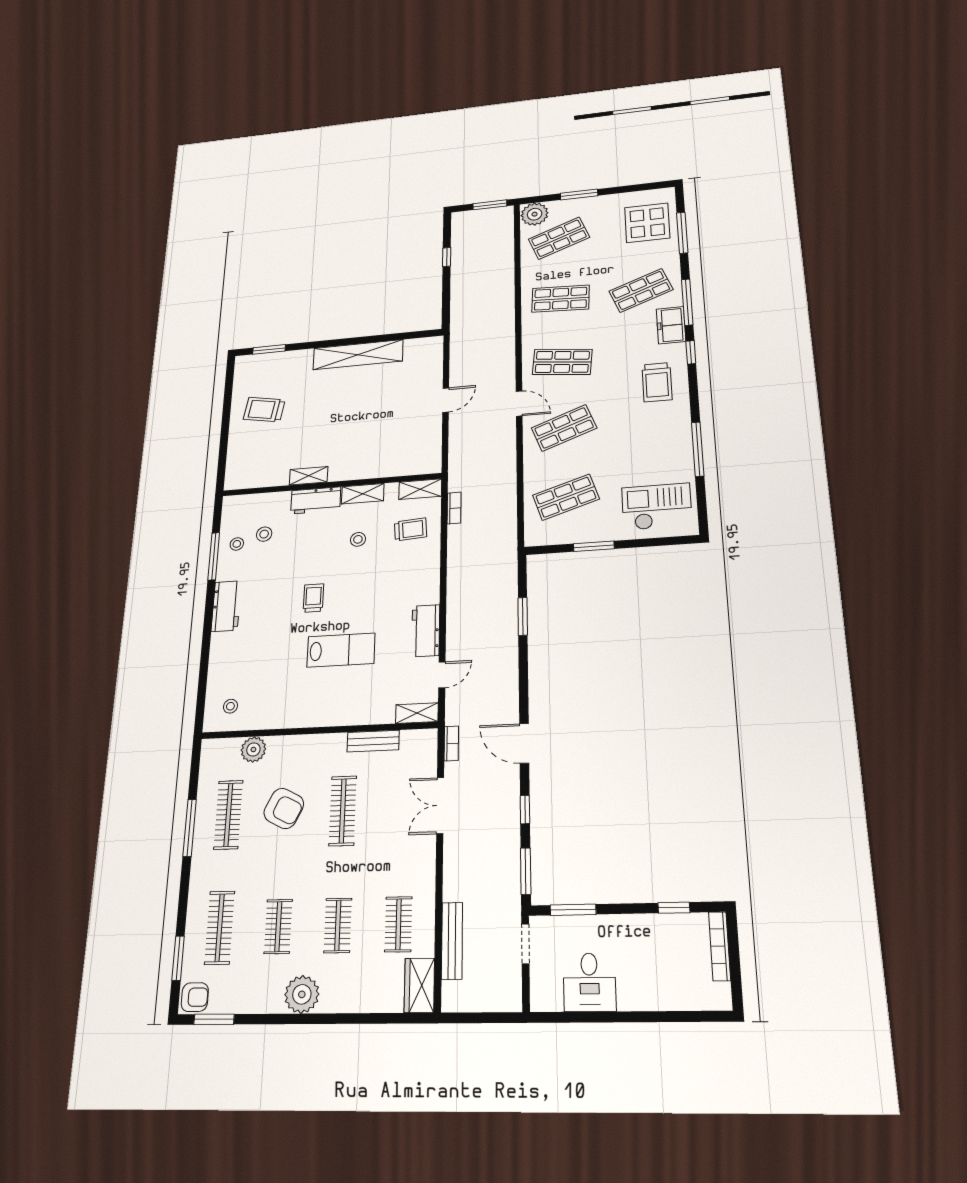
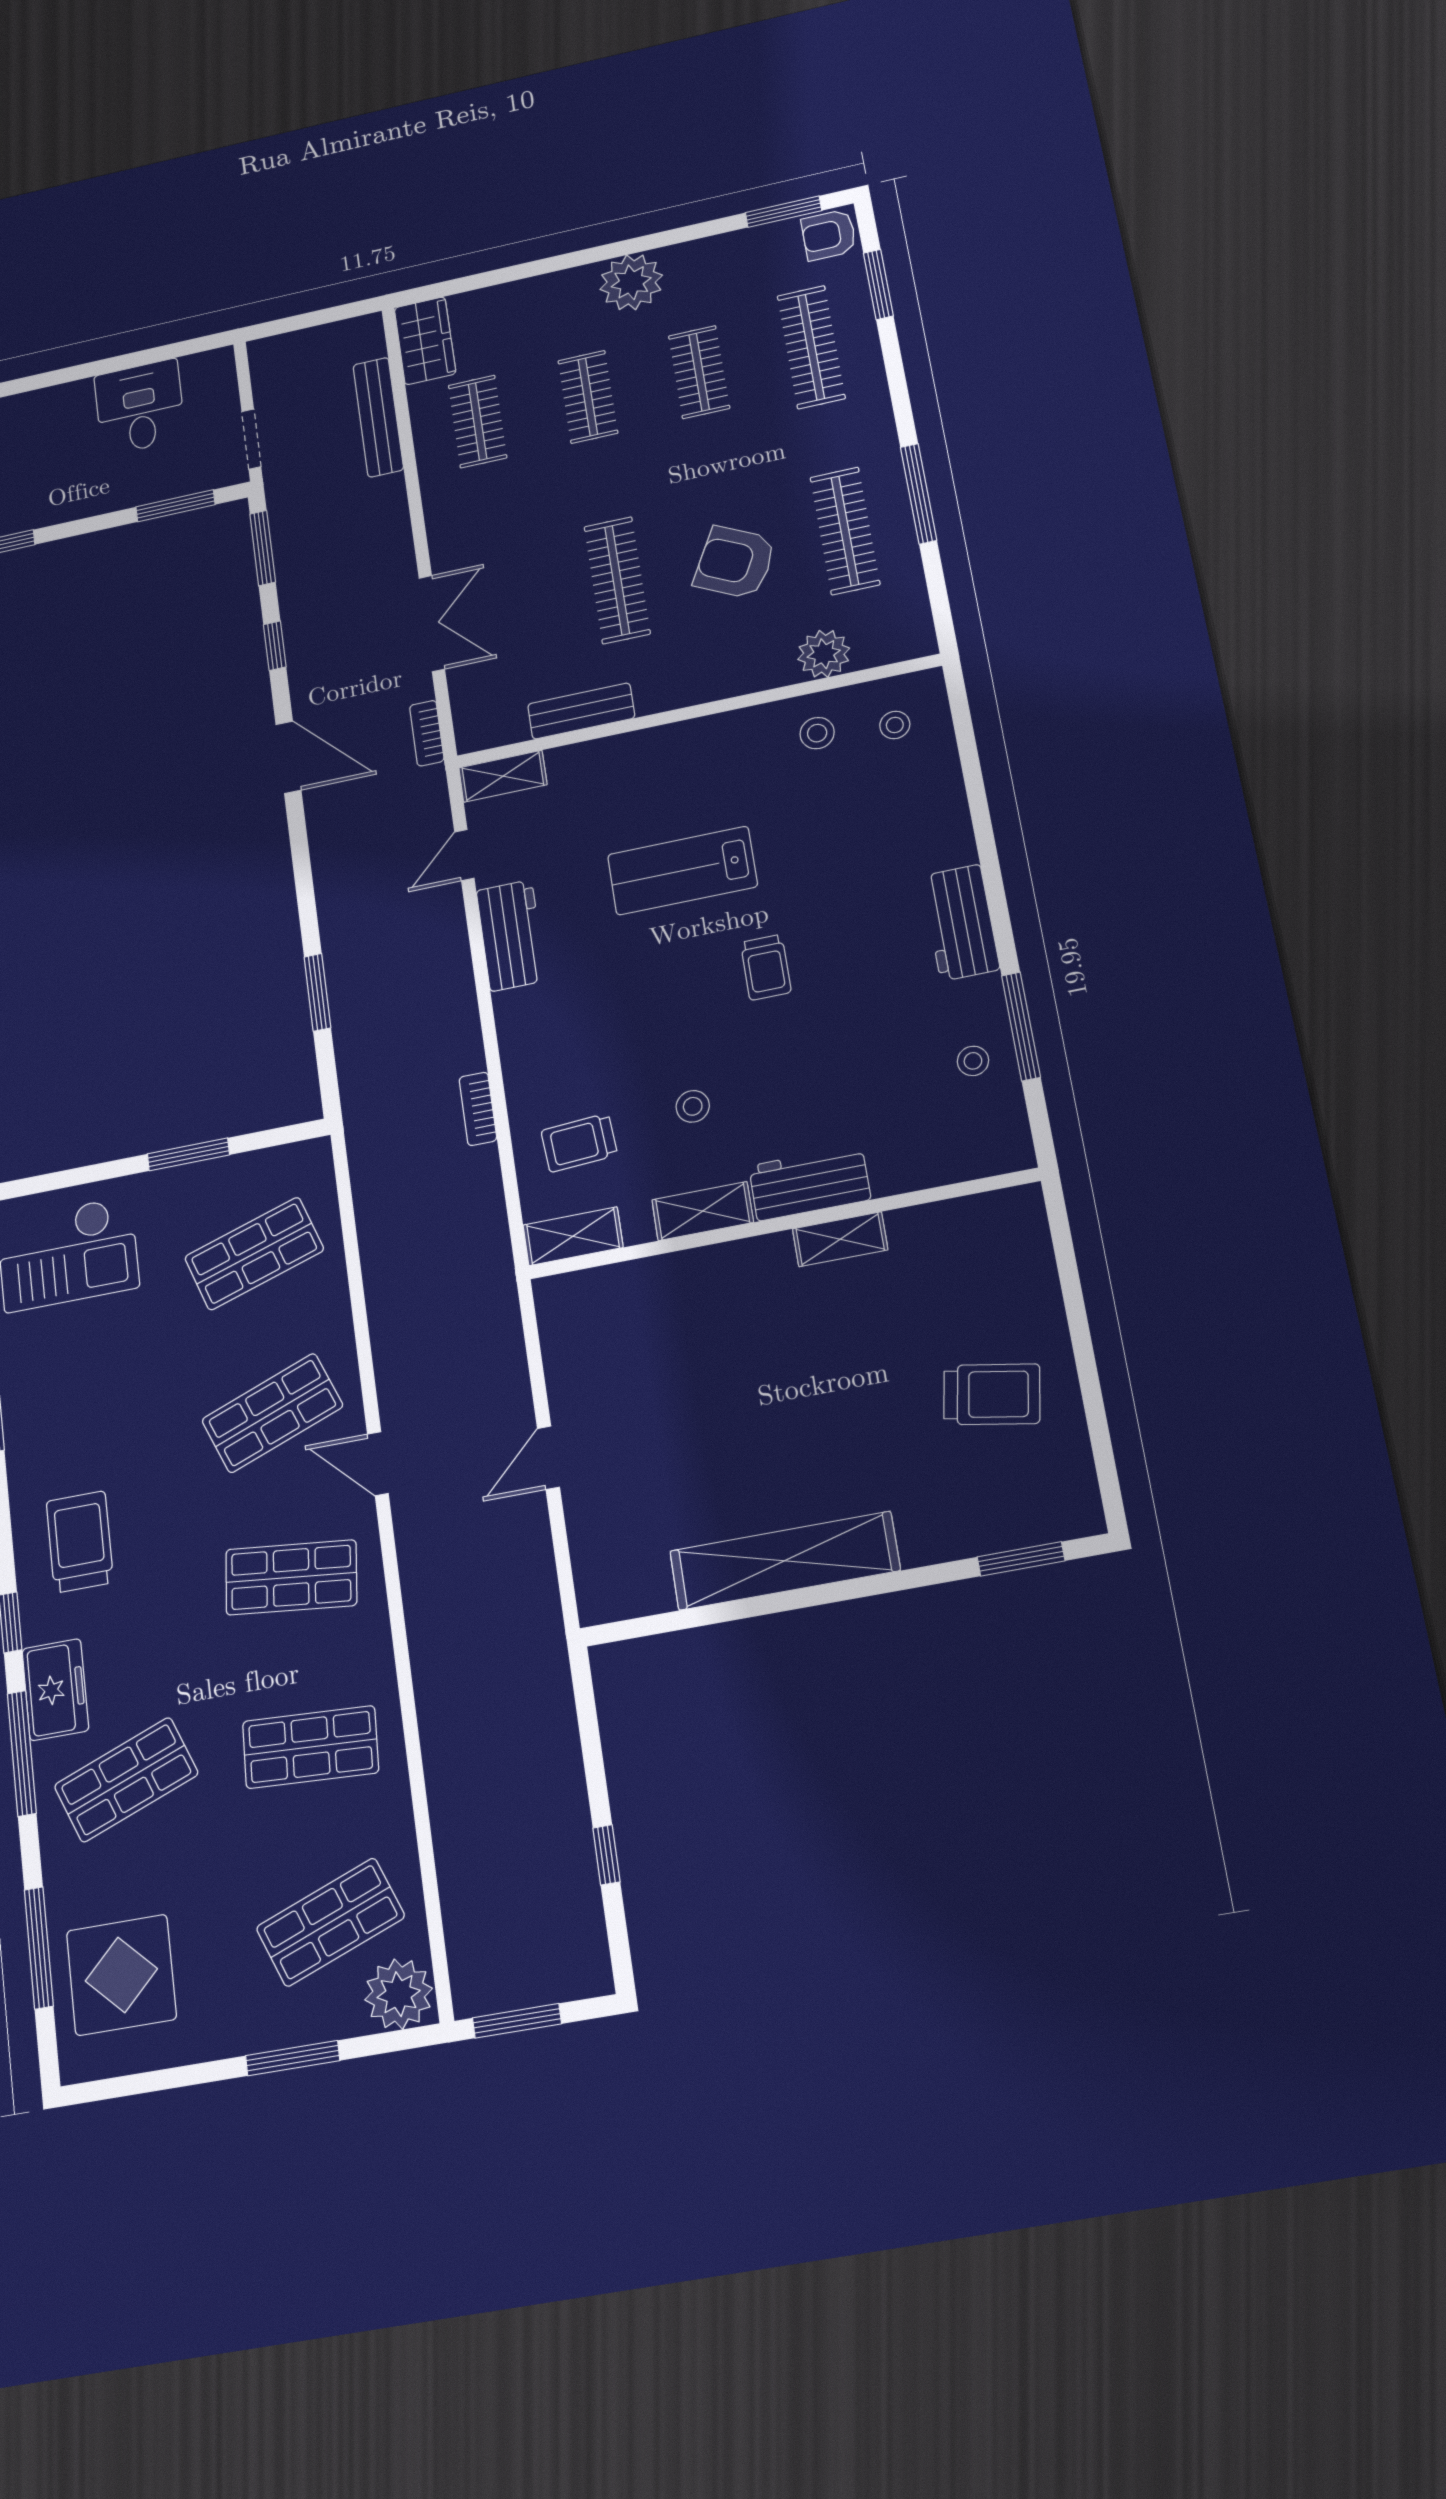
bookcase: (454, 508) -> (478, 1109), moved
stool: (264, 534) -> (817, 733), moved

